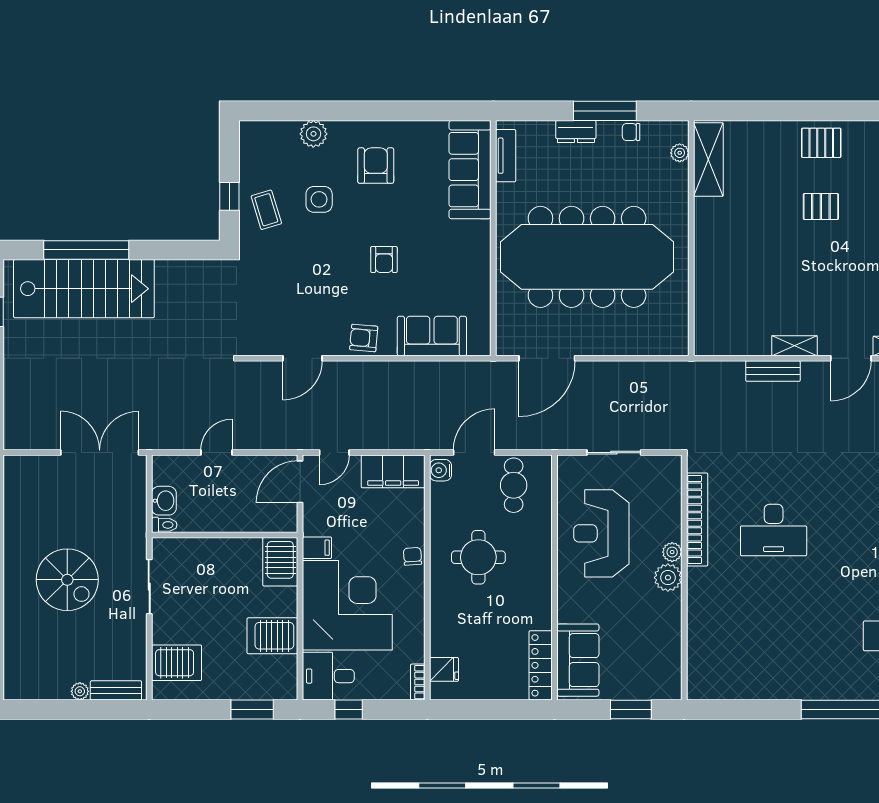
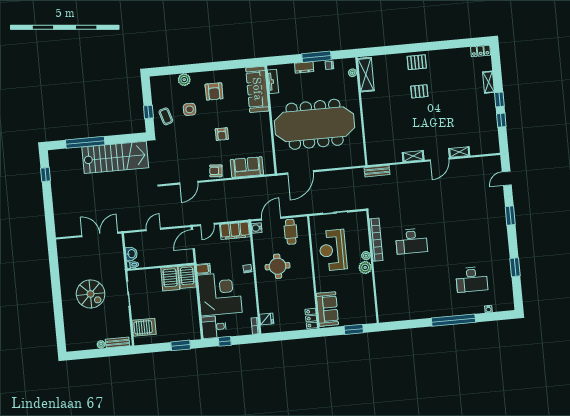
armchair: (376, 166) -> (214, 91), turned 180
stairs: (84, 289) -> (115, 157), moved
bench: (773, 371) -> (377, 171), moved
server rack: (272, 636) -> (170, 279), moved, turned -90
locker: (541, 665) -> (311, 318), width x0.66

